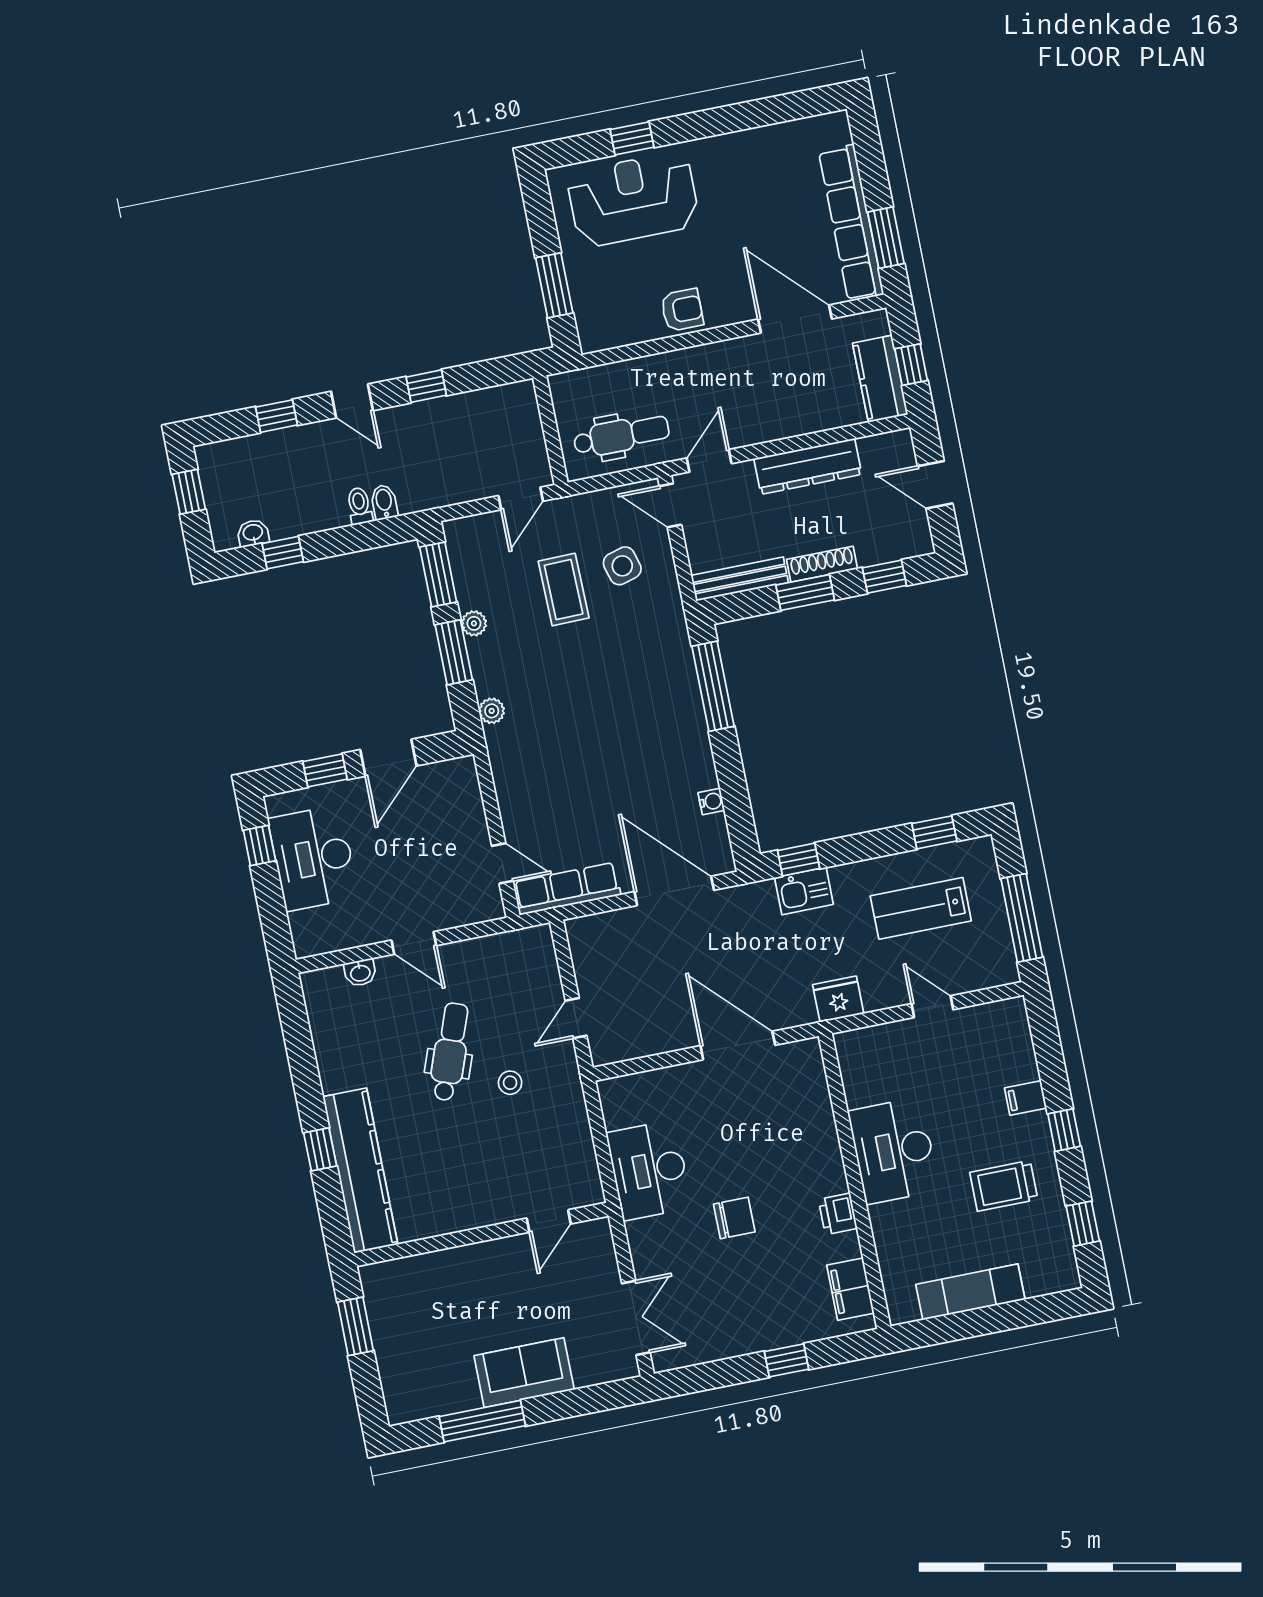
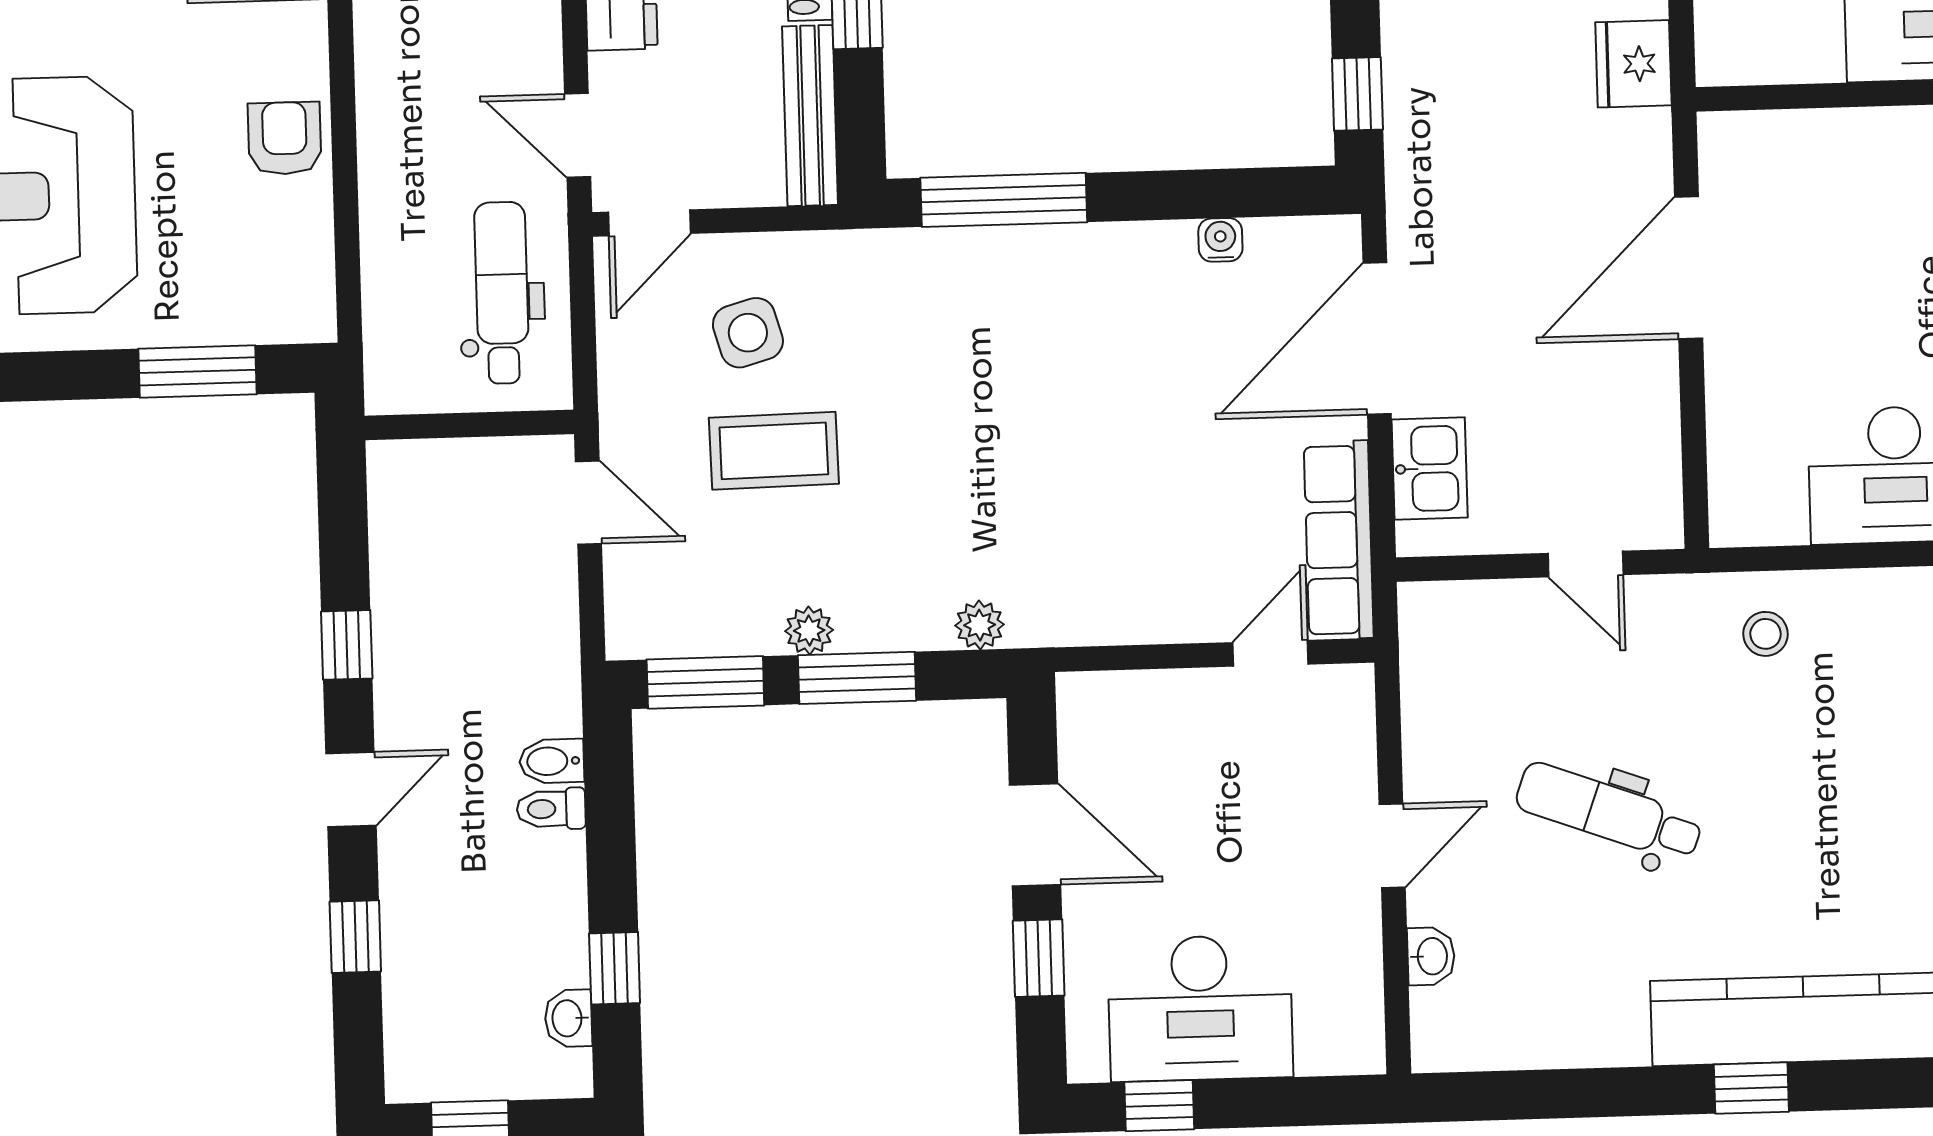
kitchen sink: (804, 891) -> (1430, 469), moved
stool: (510, 1083) -> (1766, 634), moved

